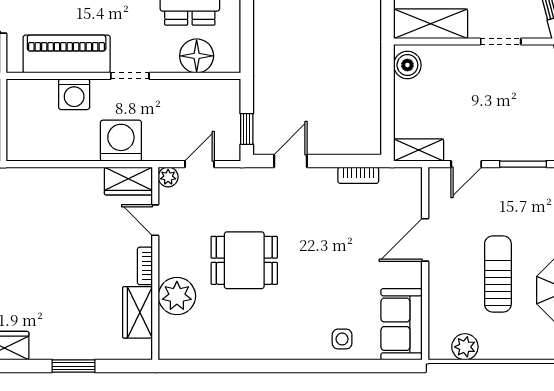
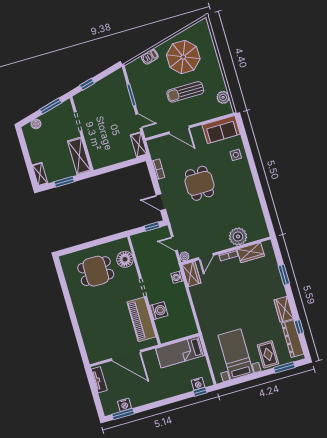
boiler: (407, 65) -> (101, 161), removed
washing machine: (121, 141) -> (177, 277), width x0.53, depth x0.53
dining table: (244, 260) -> (199, 183), moved

